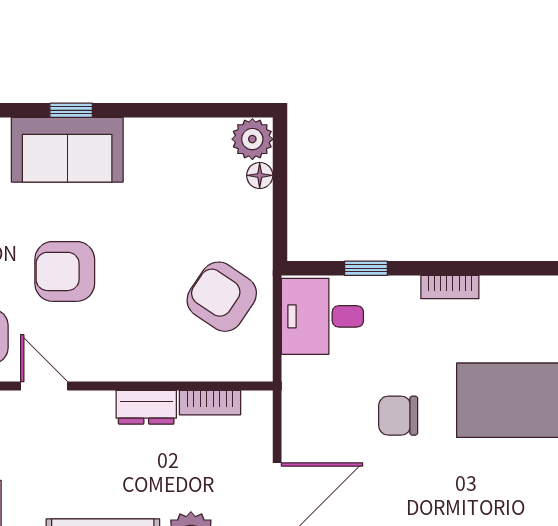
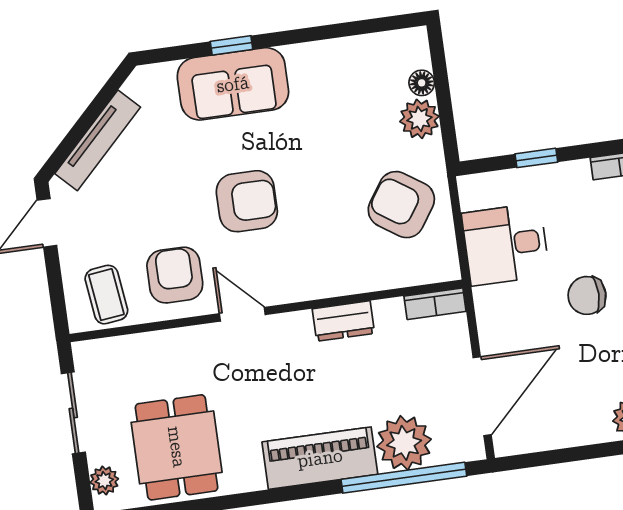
plant: (252, 139) -> (419, 119), moved
armchair: (65, 271) -> (247, 201), turned 180
desk: (322, 316) -> (506, 244), moved
bookcase: (210, 403) -> (435, 304), moved

